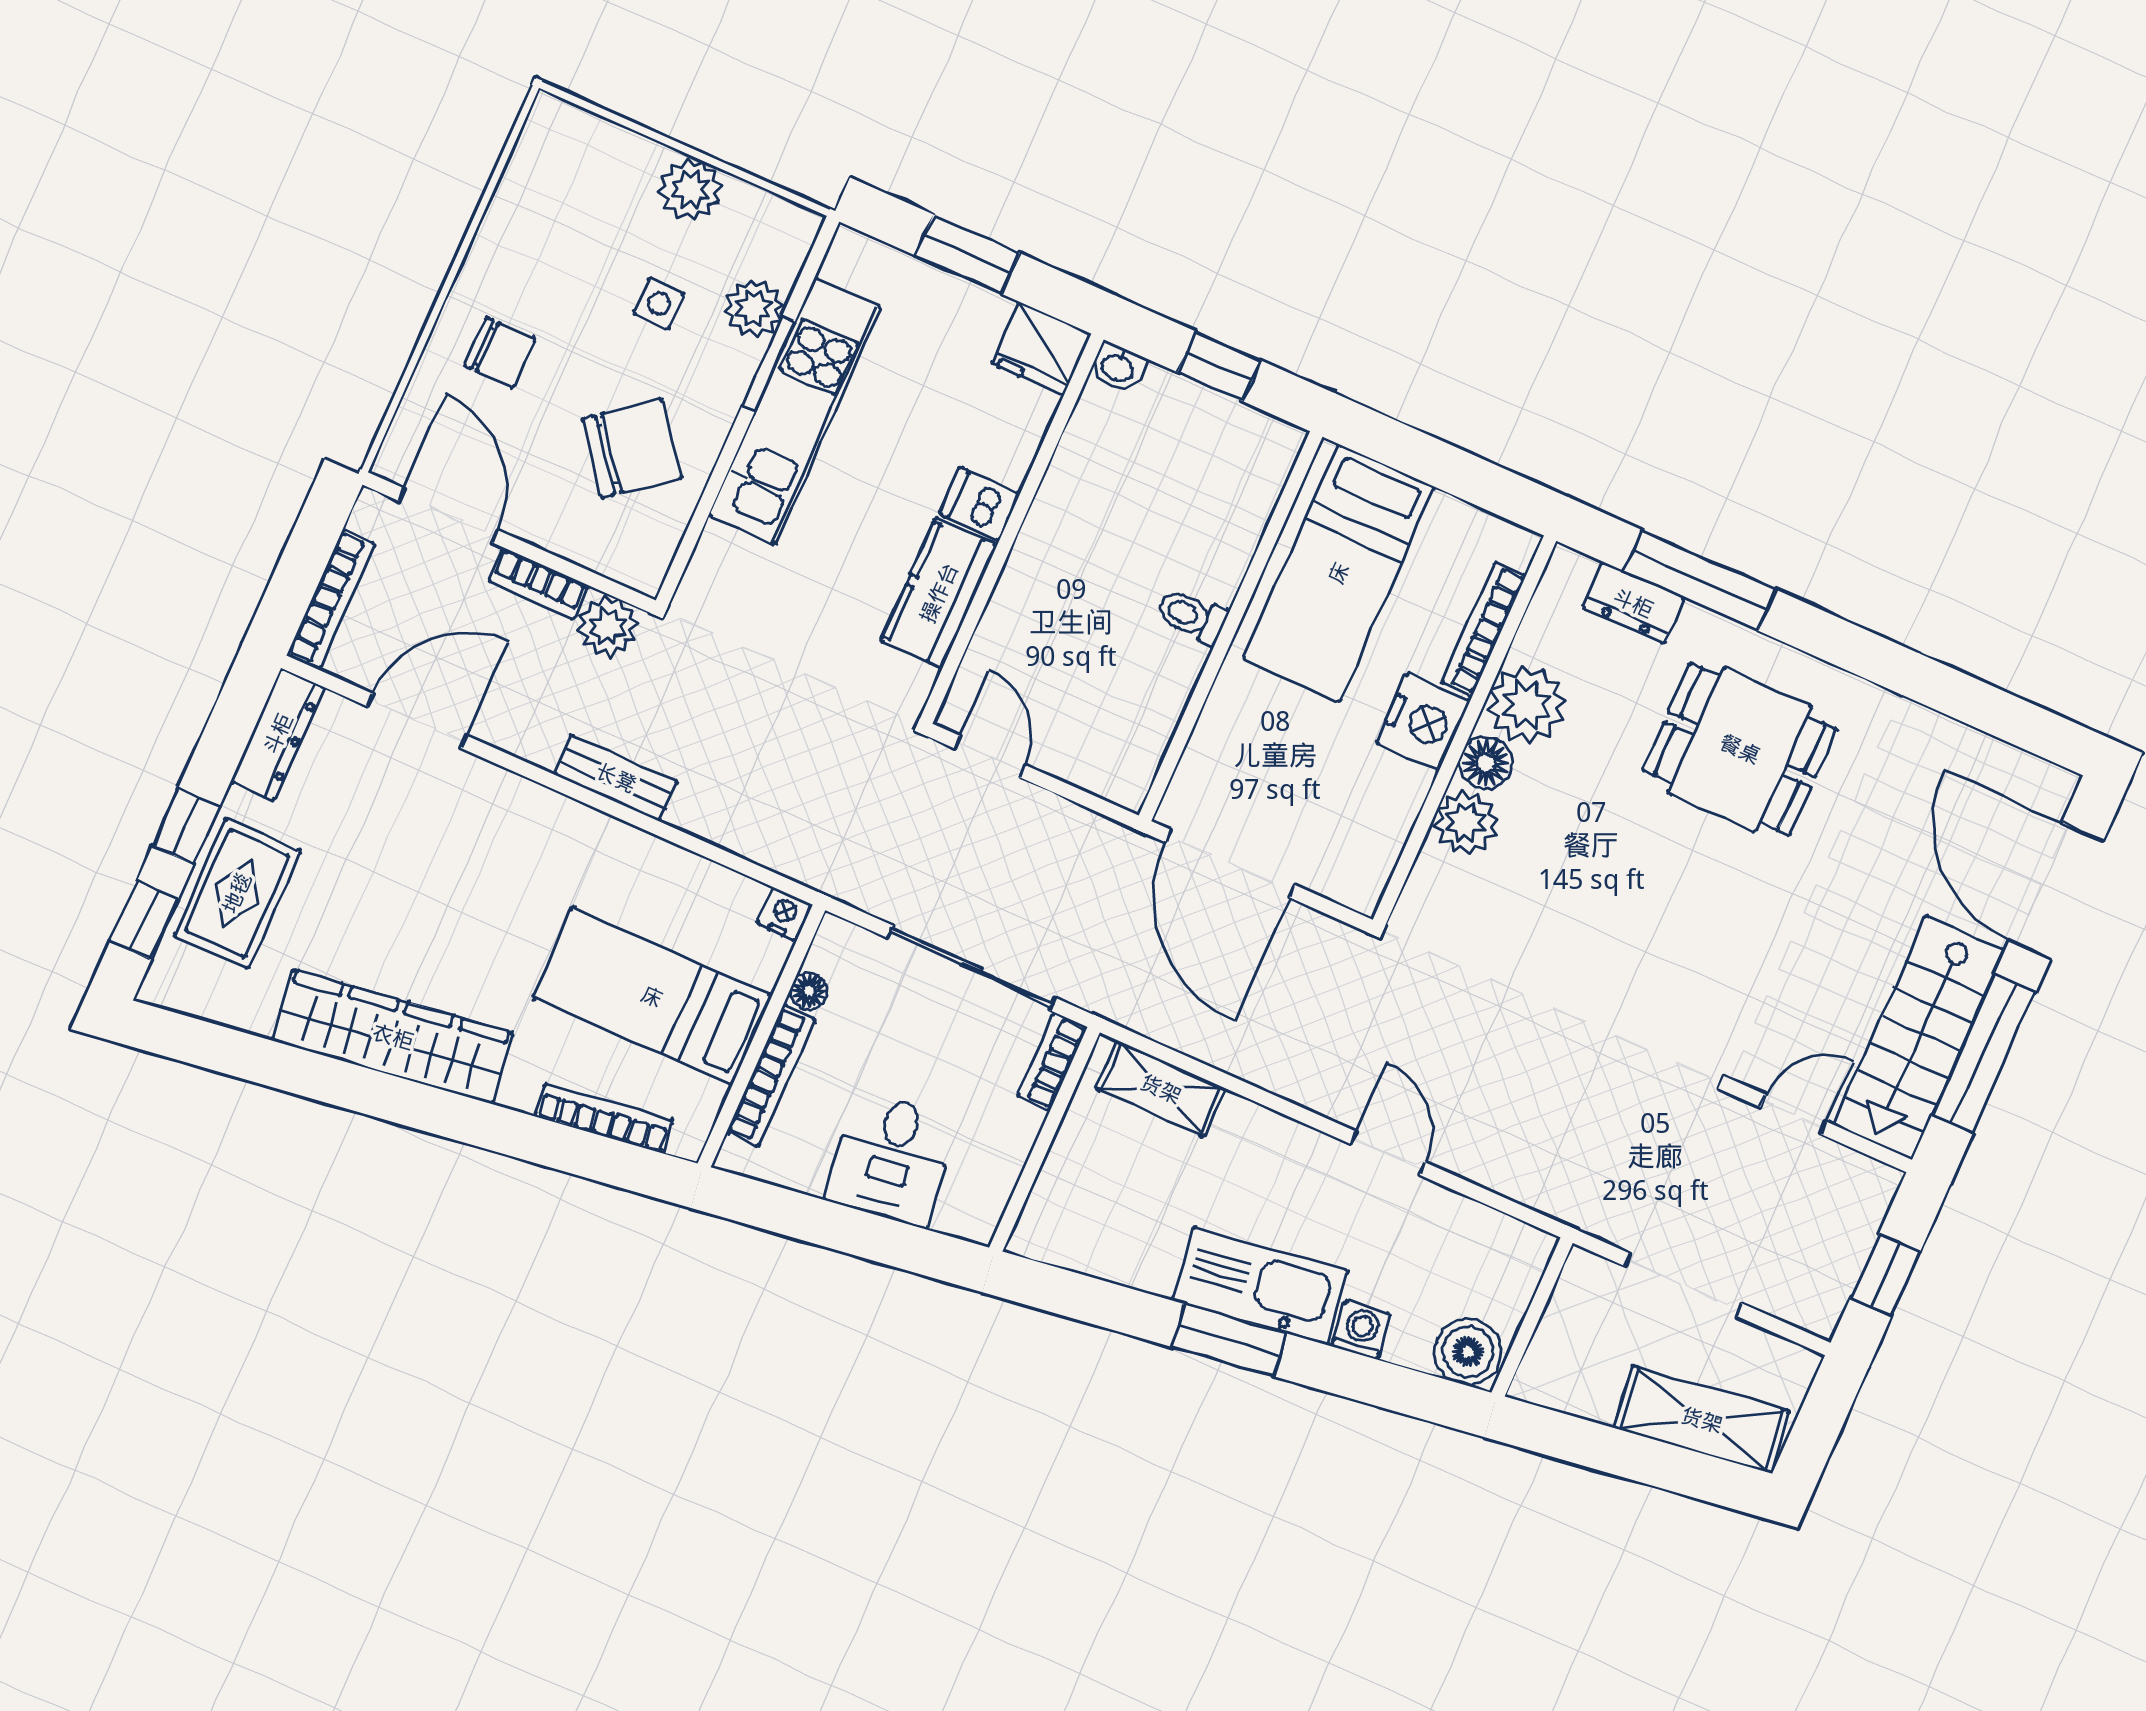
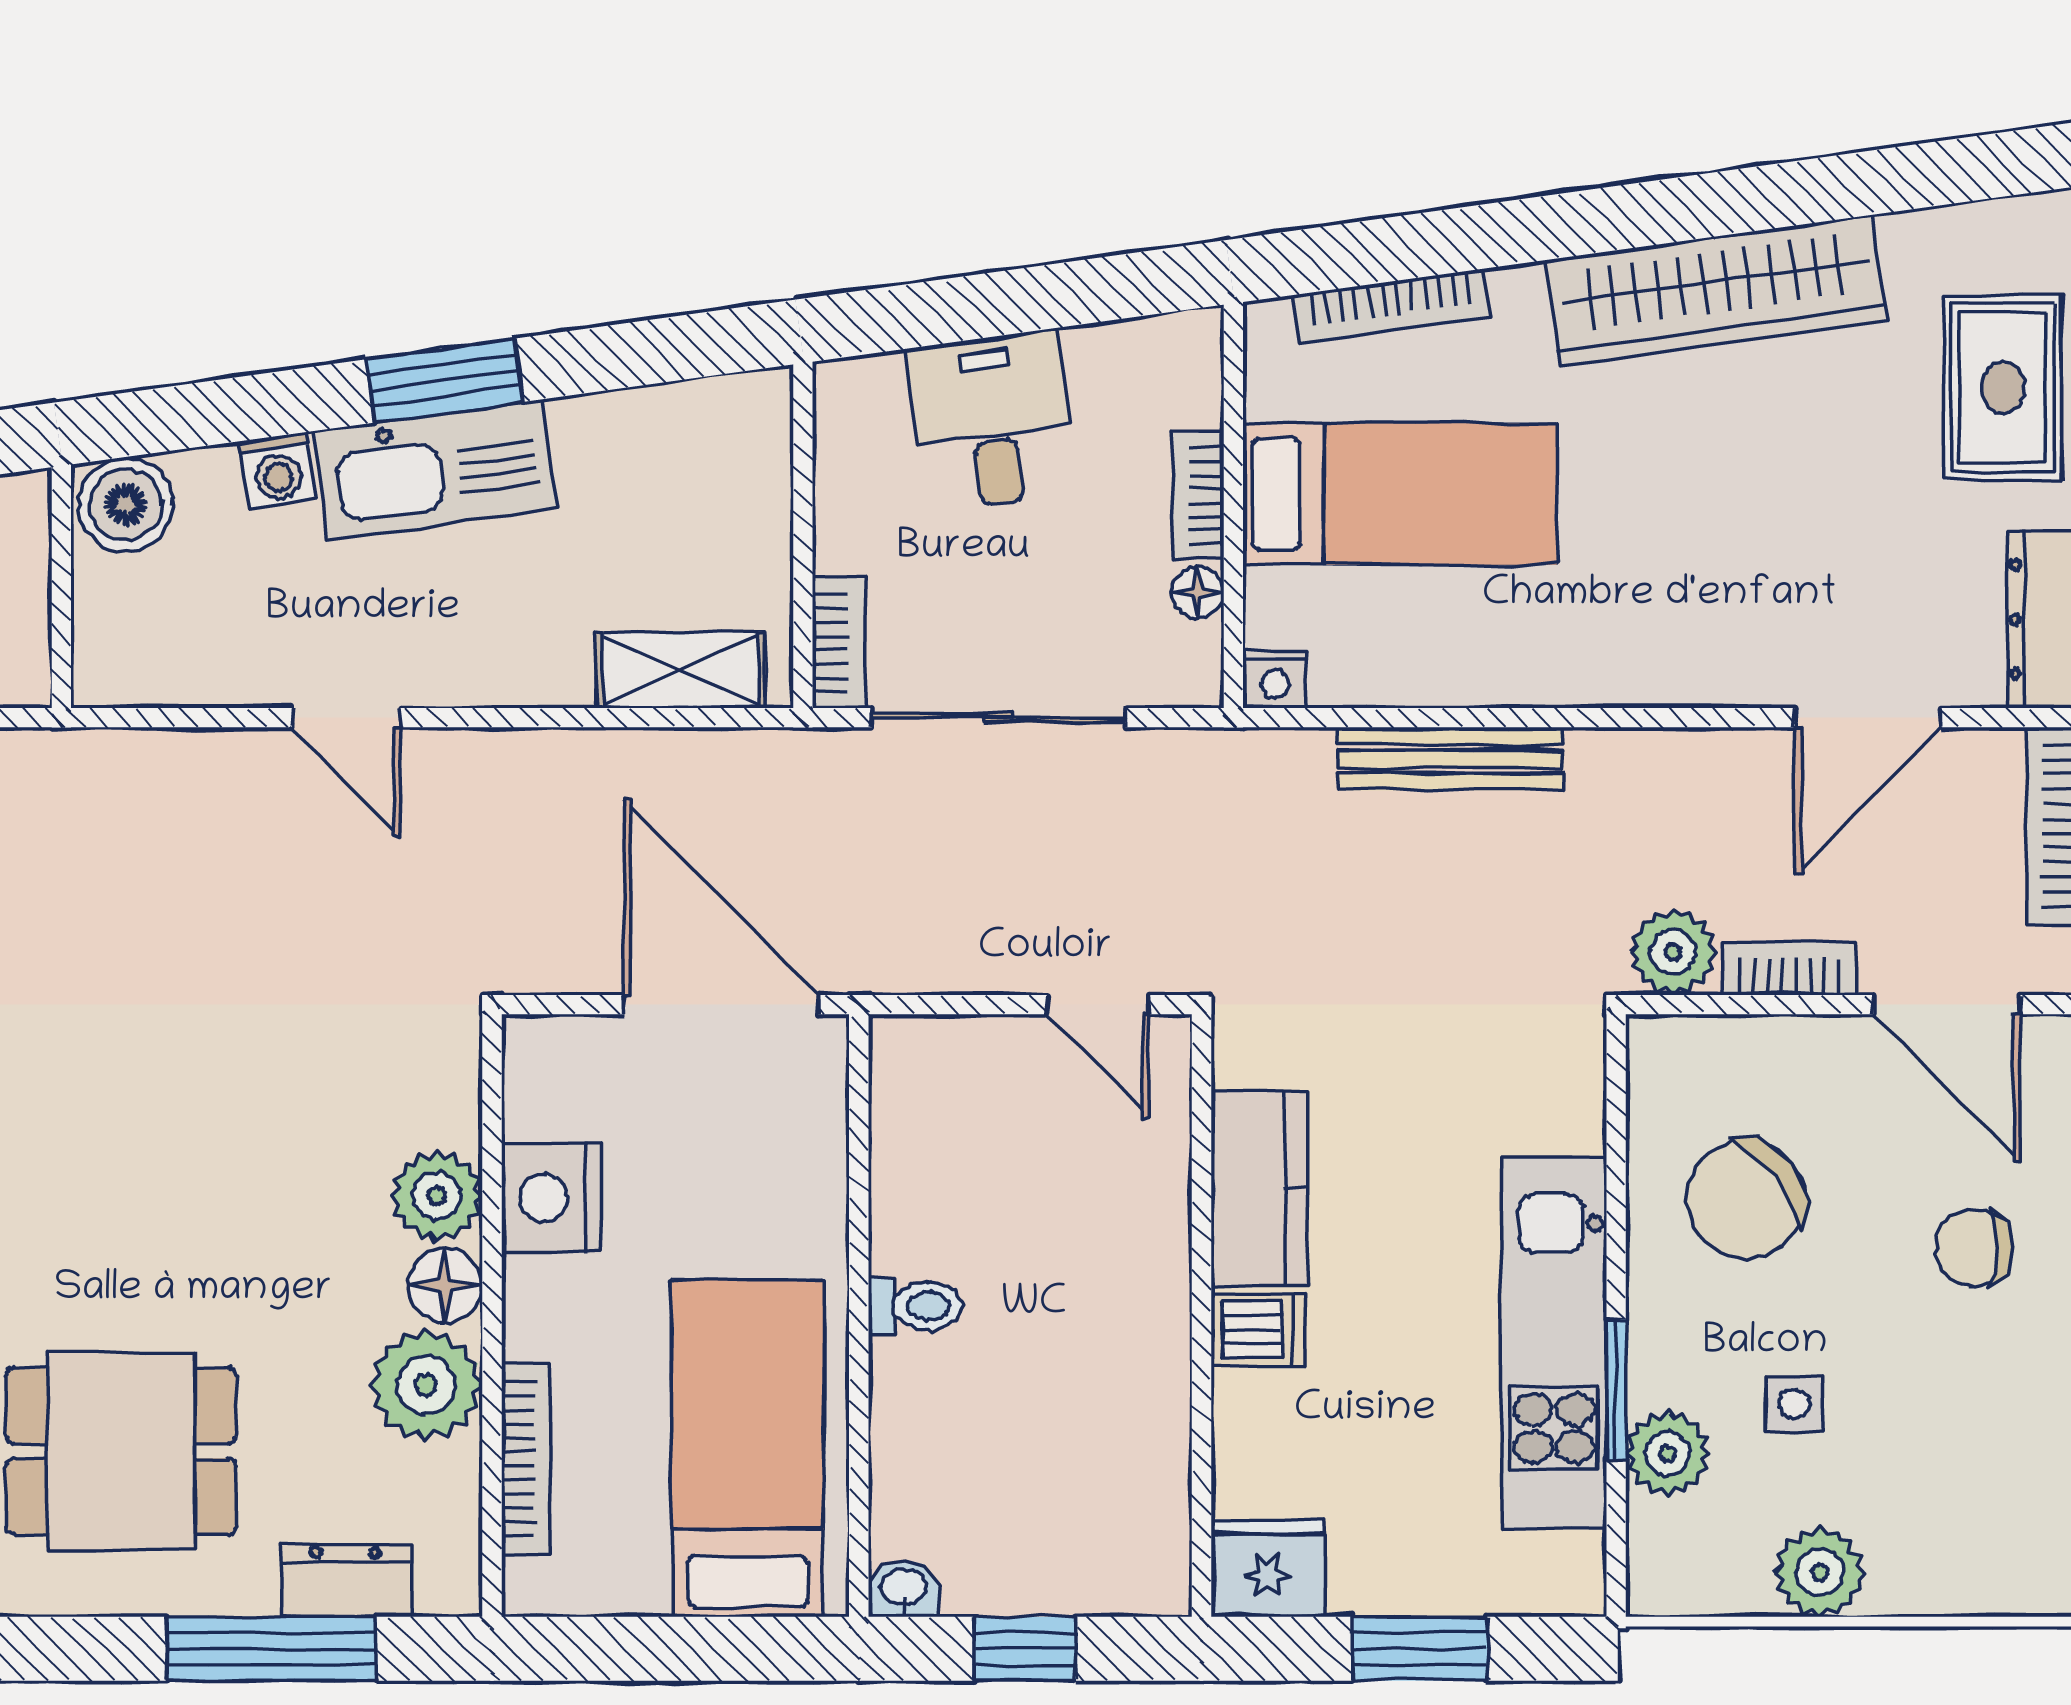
washbasin: (1118, 367) -> (904, 1588), moved
nightstand: (1423, 722) -> (551, 1198), moved
bench: (616, 778) -> (1451, 759), moved, width x1.36
bookcase: (771, 1076) -> (1198, 496), width x0.64

